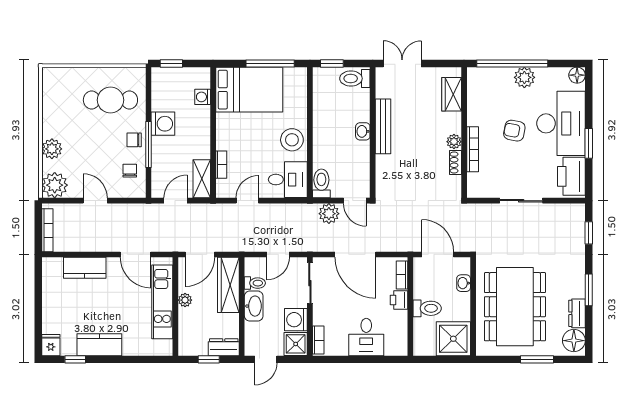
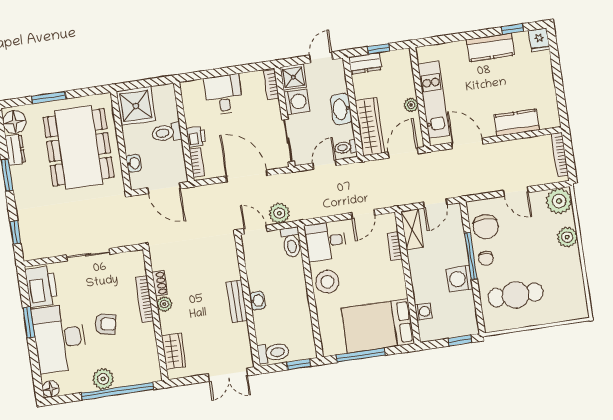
bench: (383, 126) -> (237, 301), width x0.73
chair: (134, 140) -> (486, 258), turned 97
chair: (130, 171) -> (486, 227), width x1.87, depth x1.87
toilet: (255, 283) -> (346, 147), moved

